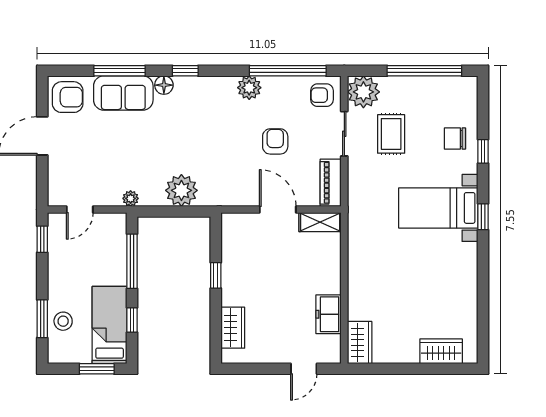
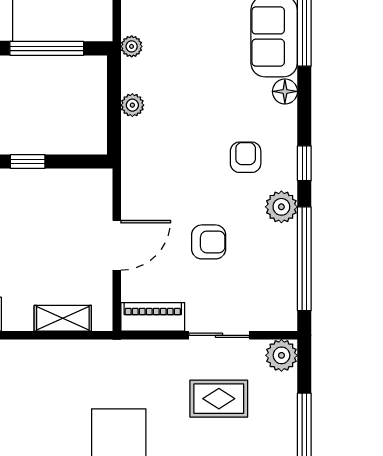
window: (185, 71) -> (304, 163), moved
plant: (363, 92) -> (281, 355), width x0.73, depth x0.73
armchair: (322, 95) -> (246, 157), moved
plant: (181, 190) -> (132, 105), width x0.53, depth x0.53
shelving: (320, 222) -> (63, 318), moved, turned 90

